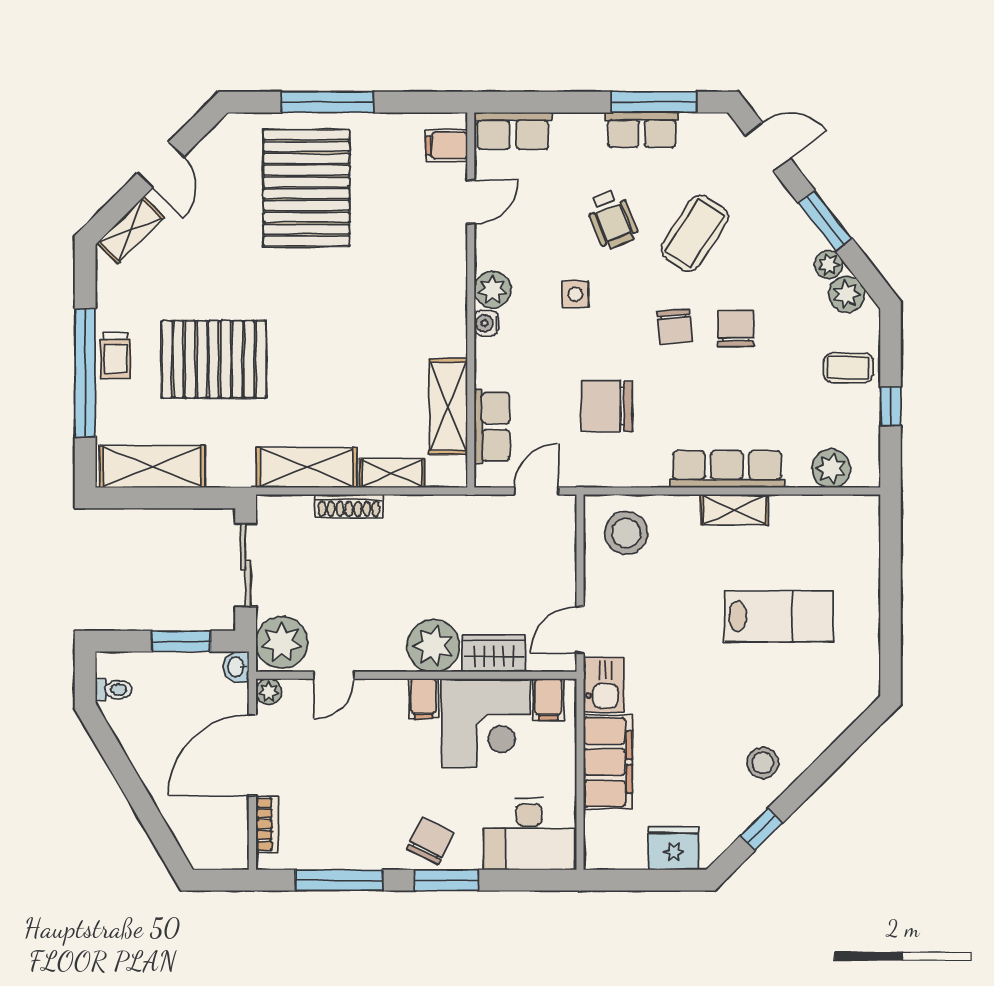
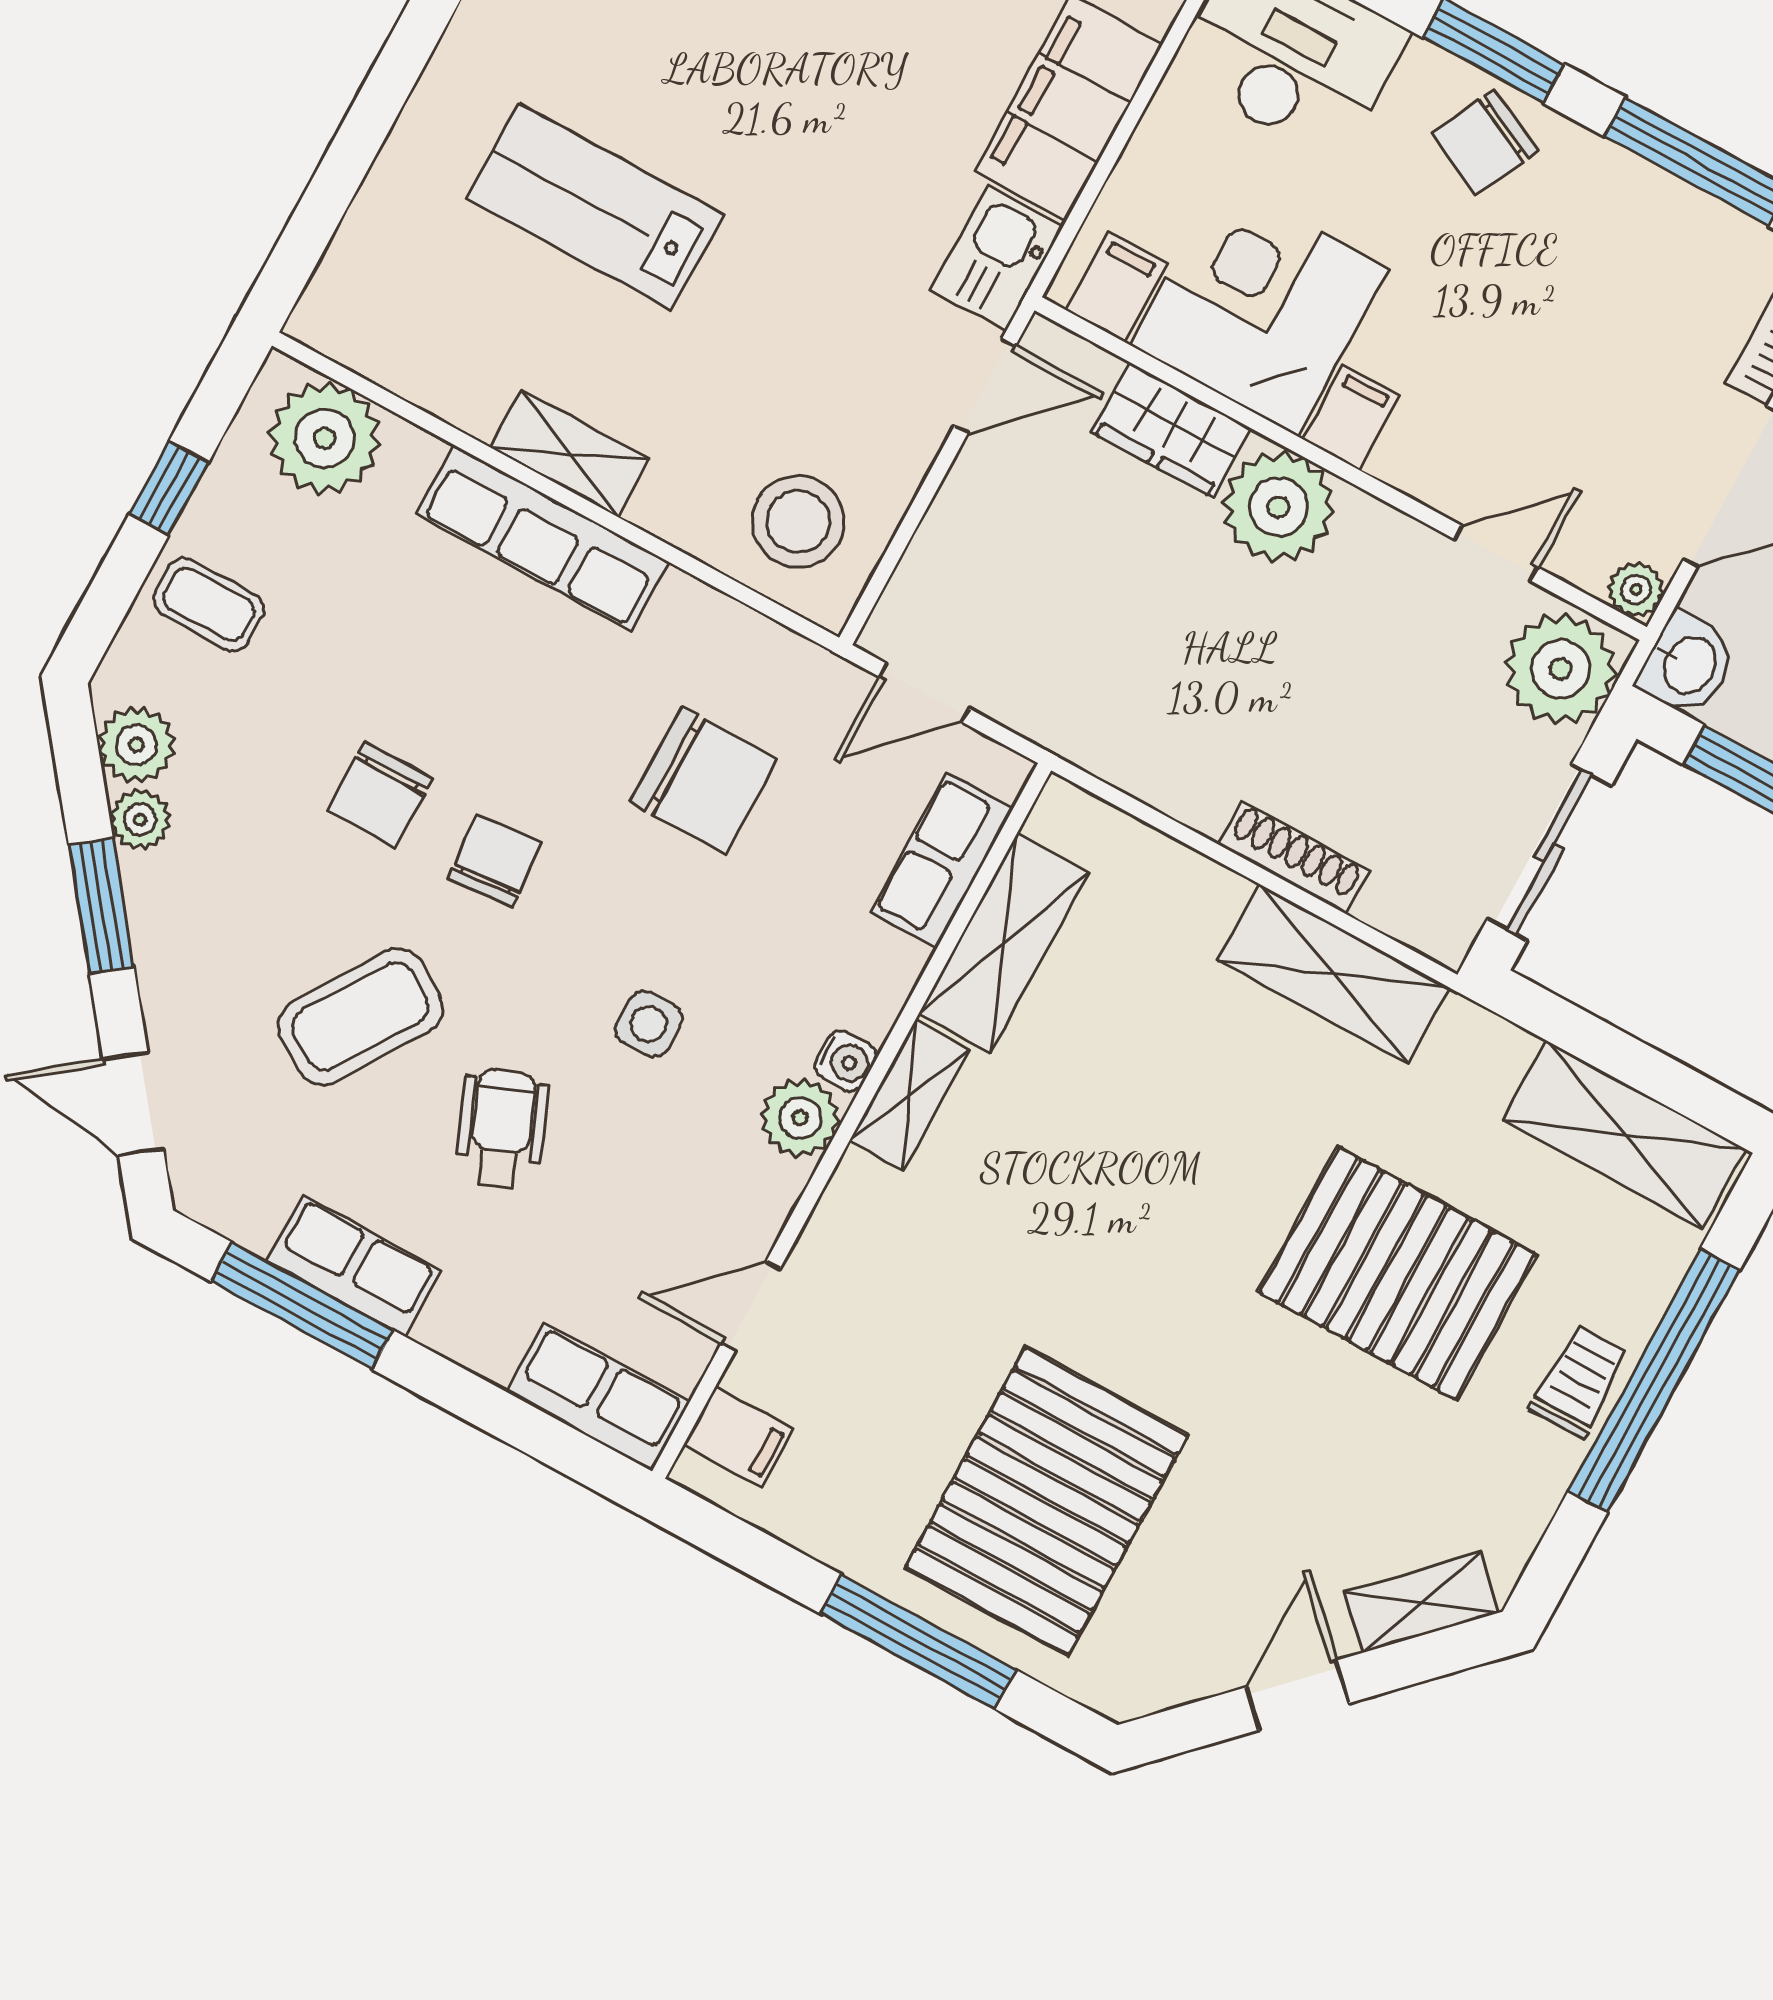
plant: (831, 468) -> (324, 438), width x1.36, depth x1.36
shelving: (392, 473) -> (910, 1095), moved, turned 90
washbasin: (236, 667) -> (1688, 664), width x1.38, depth x1.45

